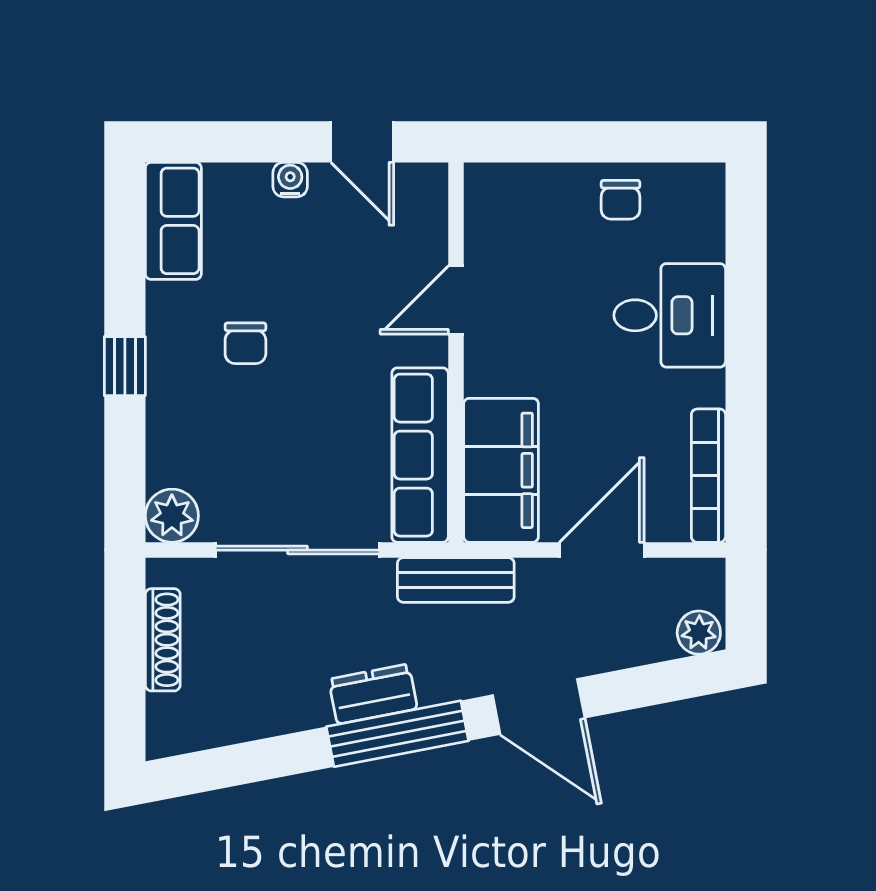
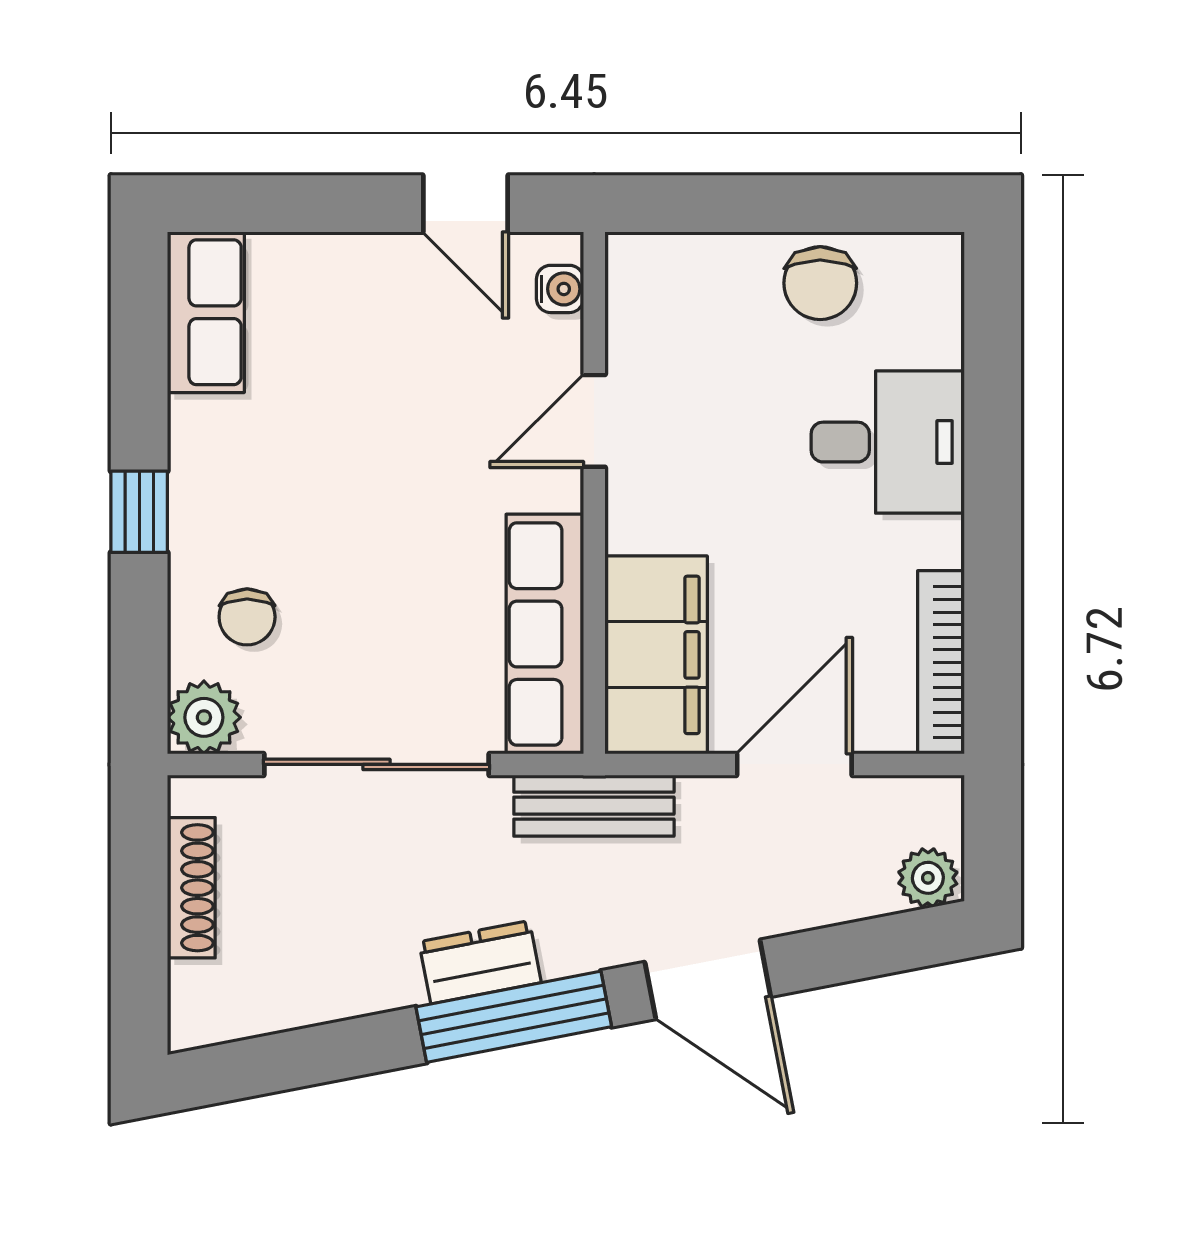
water cooler: (290, 180) -> (560, 289), moved, turned 90
chair: (621, 200) -> (820, 283), width x1.37, depth x1.37
chair: (245, 343) -> (247, 617), moved

